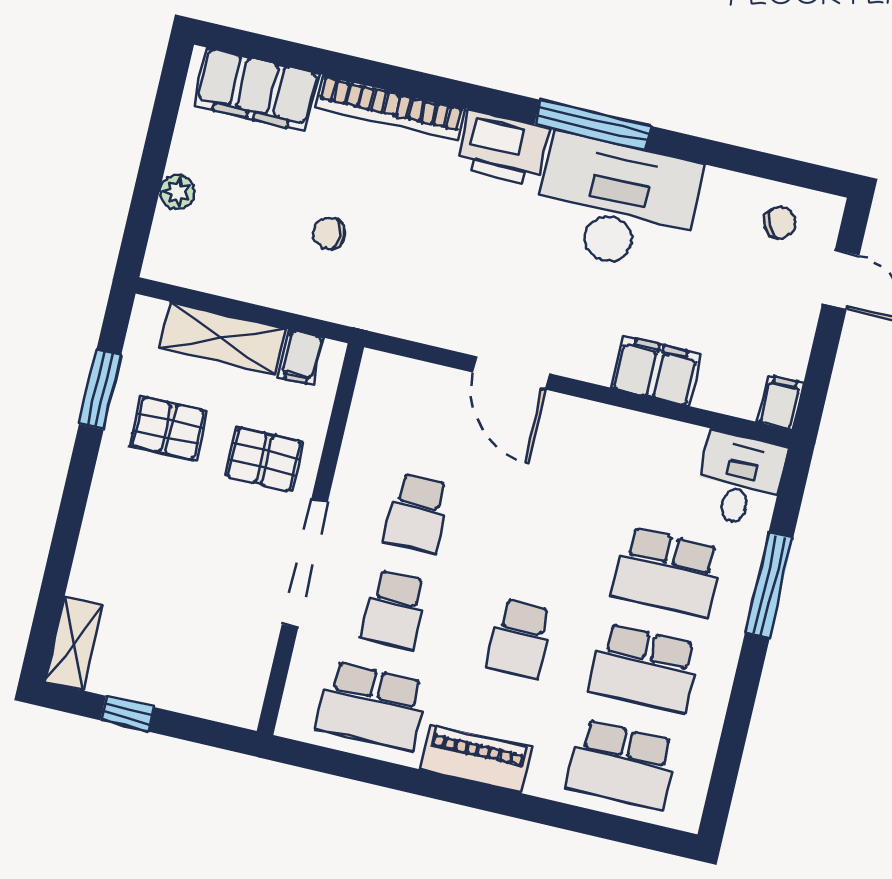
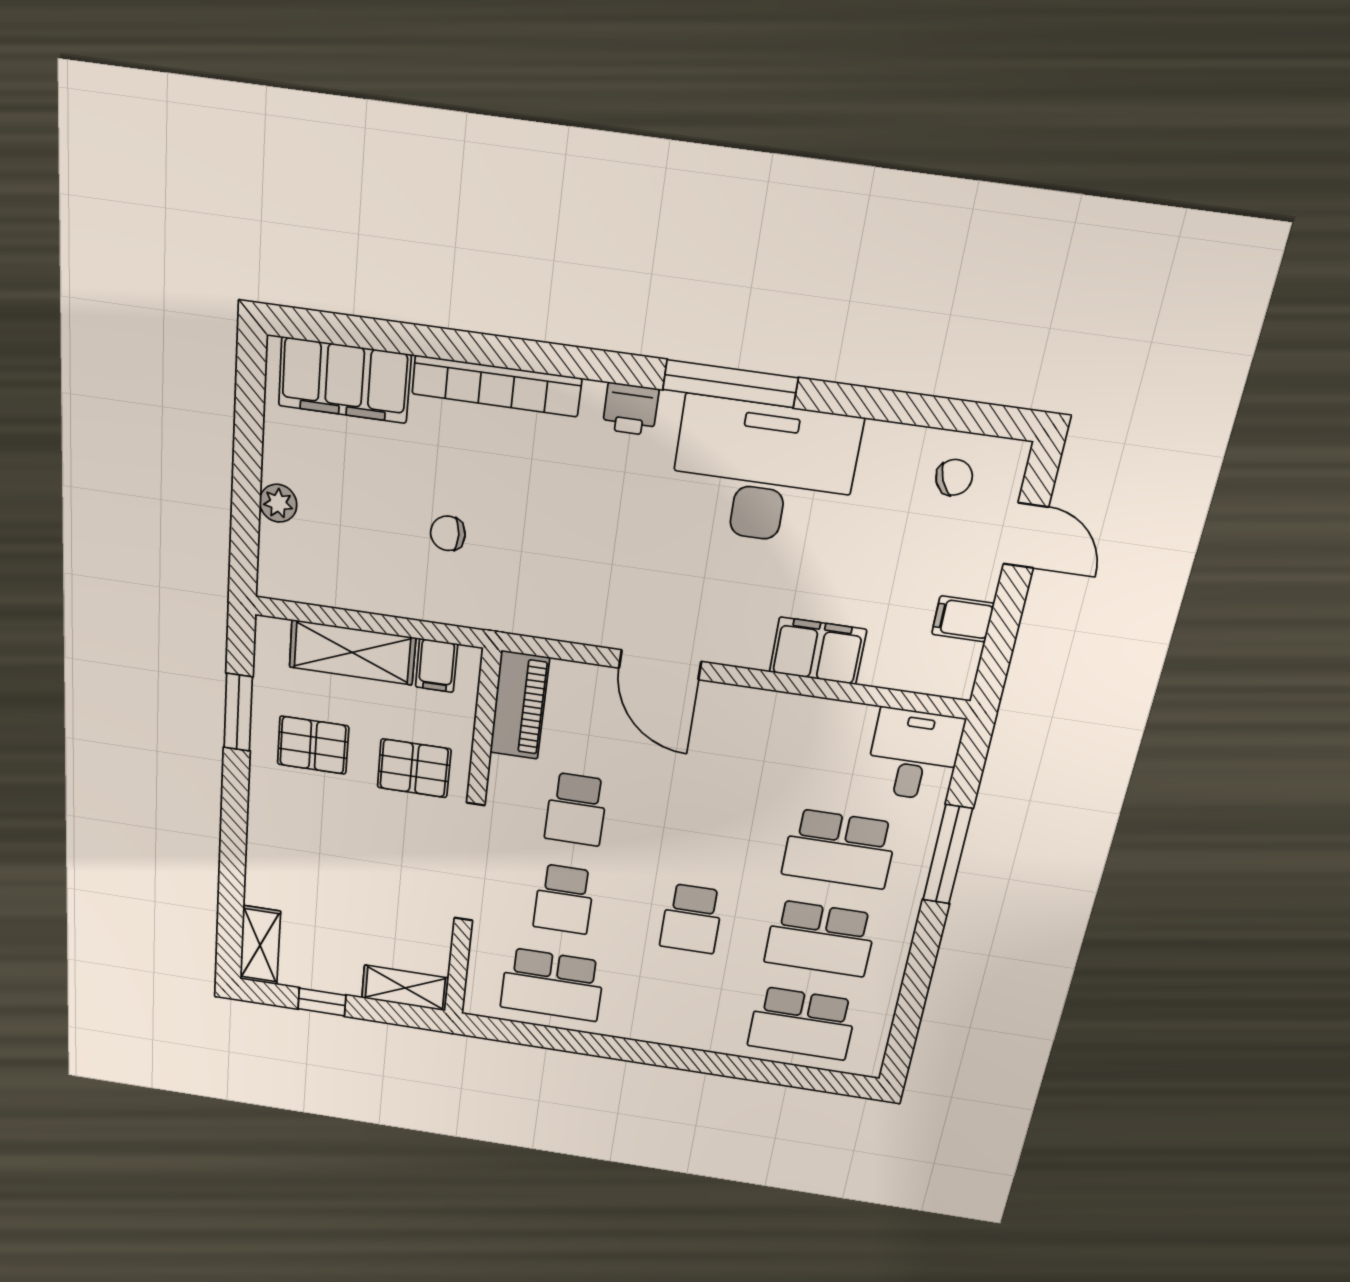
printer: (503, 148) -> (631, 409), width x0.53, depth x0.68
filing cabinet: (780, 403) -> (963, 619), moved, turned -90
shelving: (218, 702) -> (405, 988), added
piano: (476, 759) -> (520, 705), moved, turned 90

